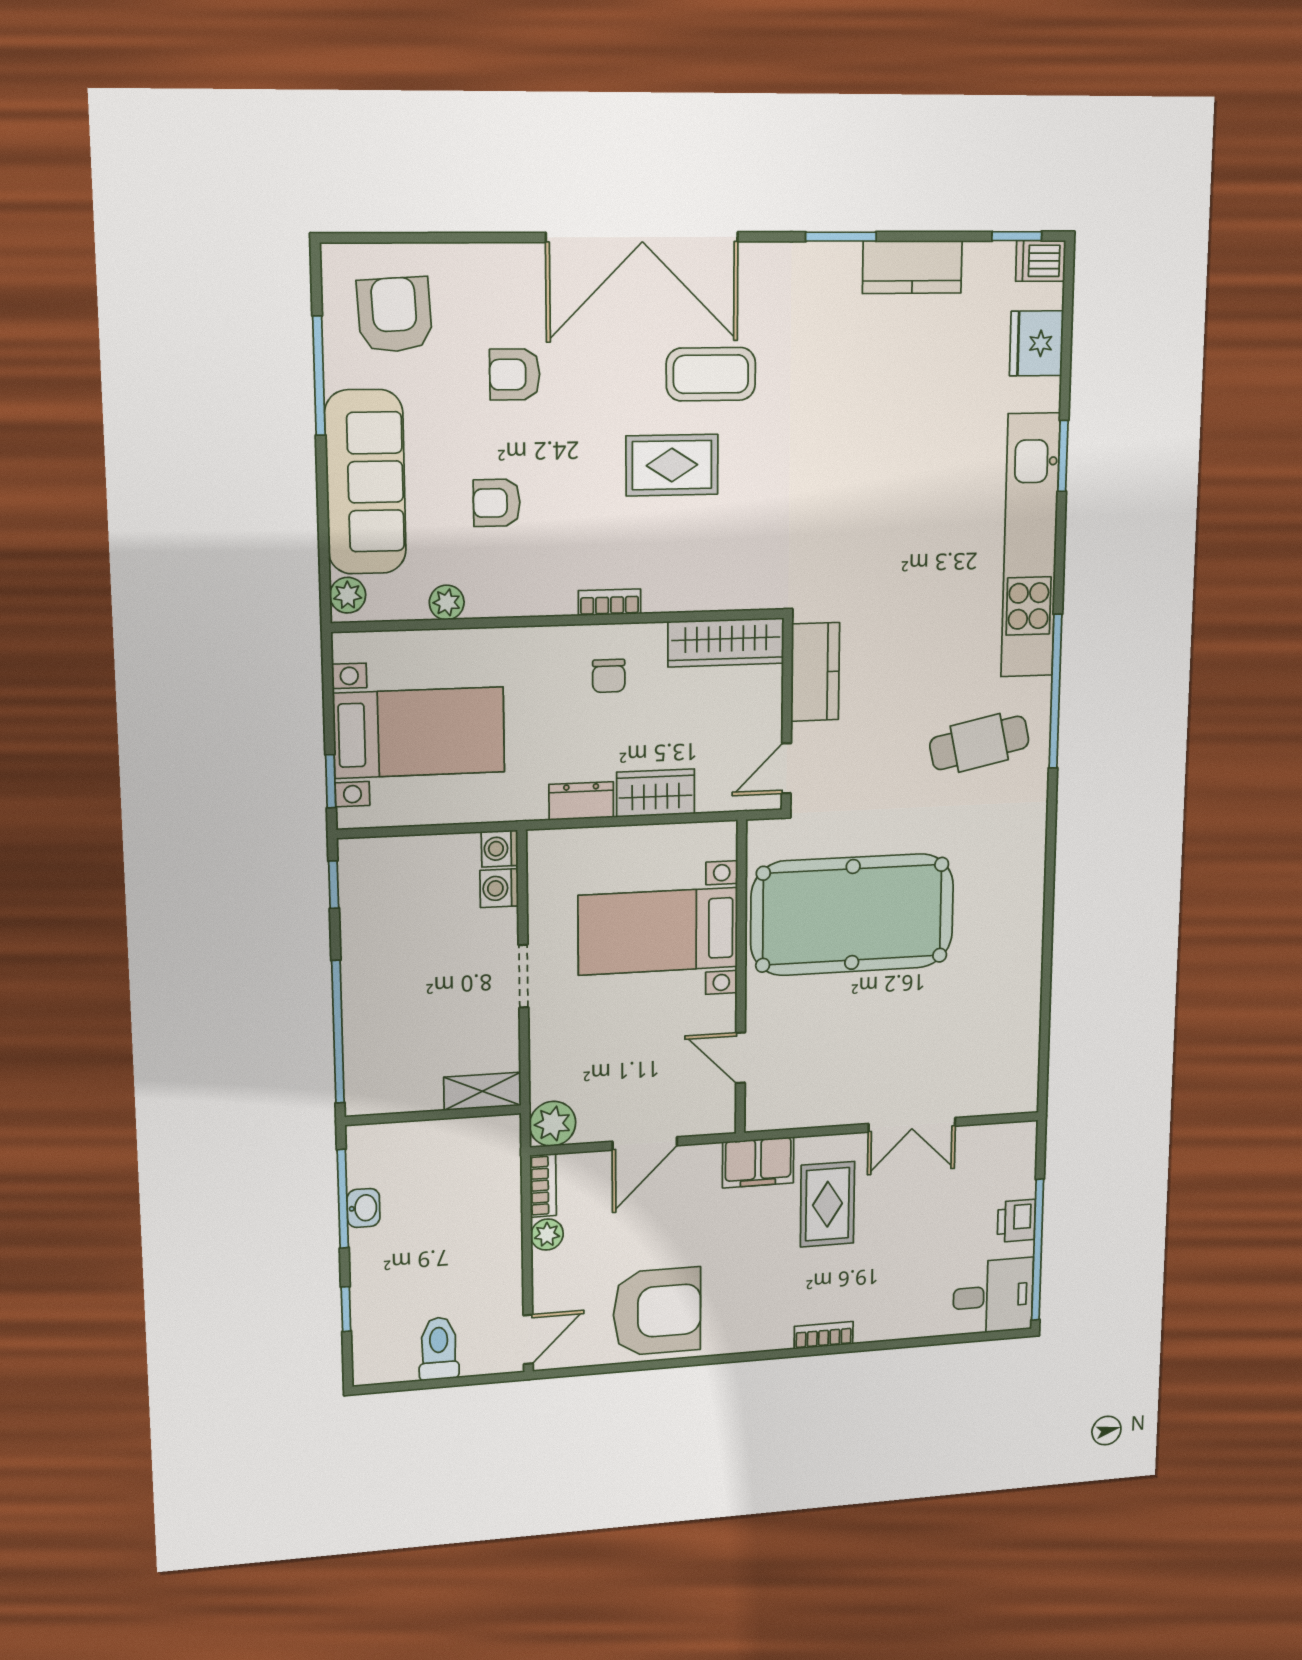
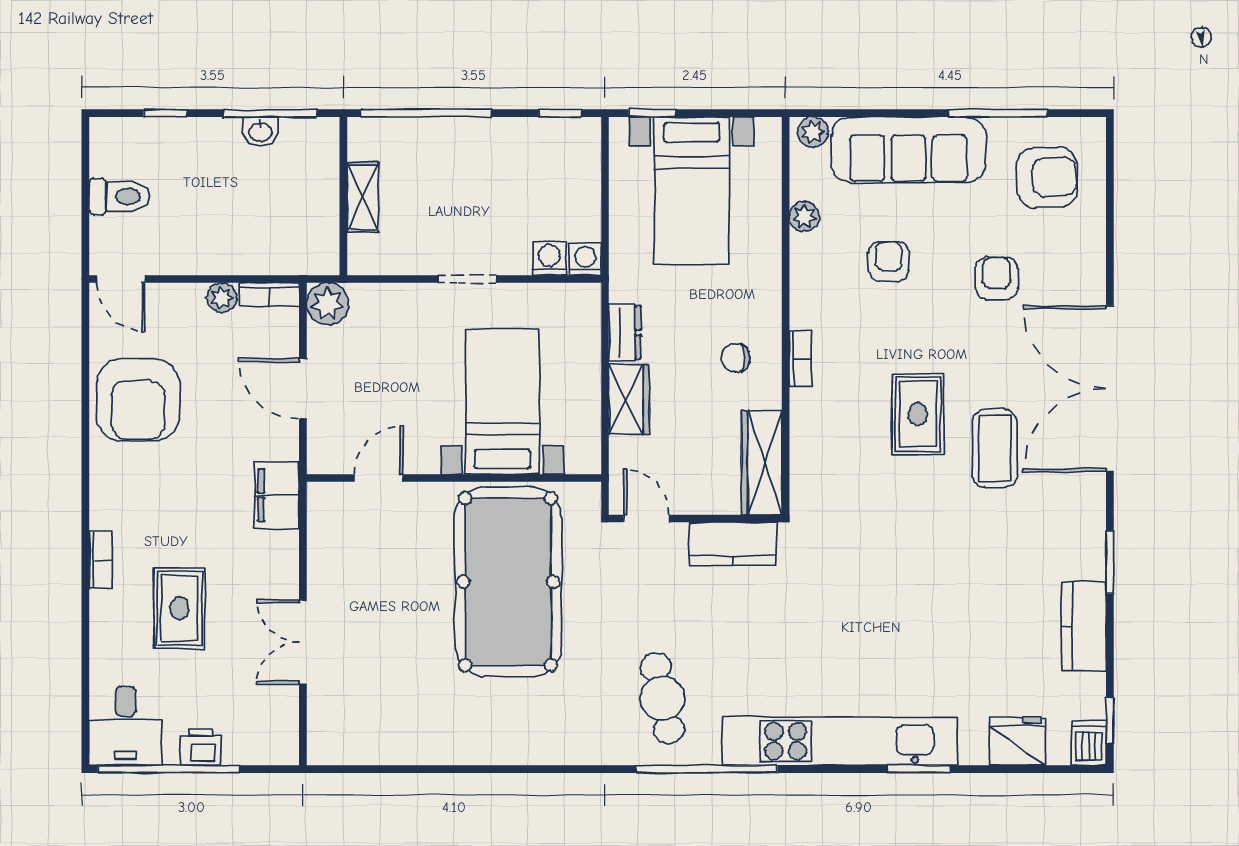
shelving: (482, 1091) -> (363, 197), moved
rug: (827, 1204) -> (180, 608), moved, turned 90

